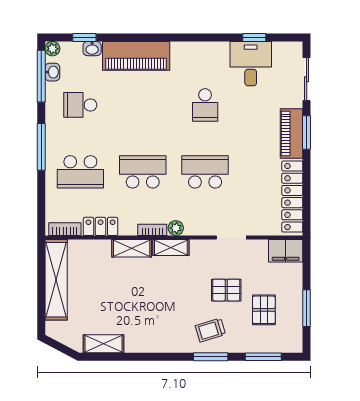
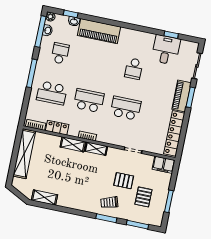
school desk: (80, 105) -> (60, 53), turned 90
plant: (176, 228) -> (101, 138), removed

